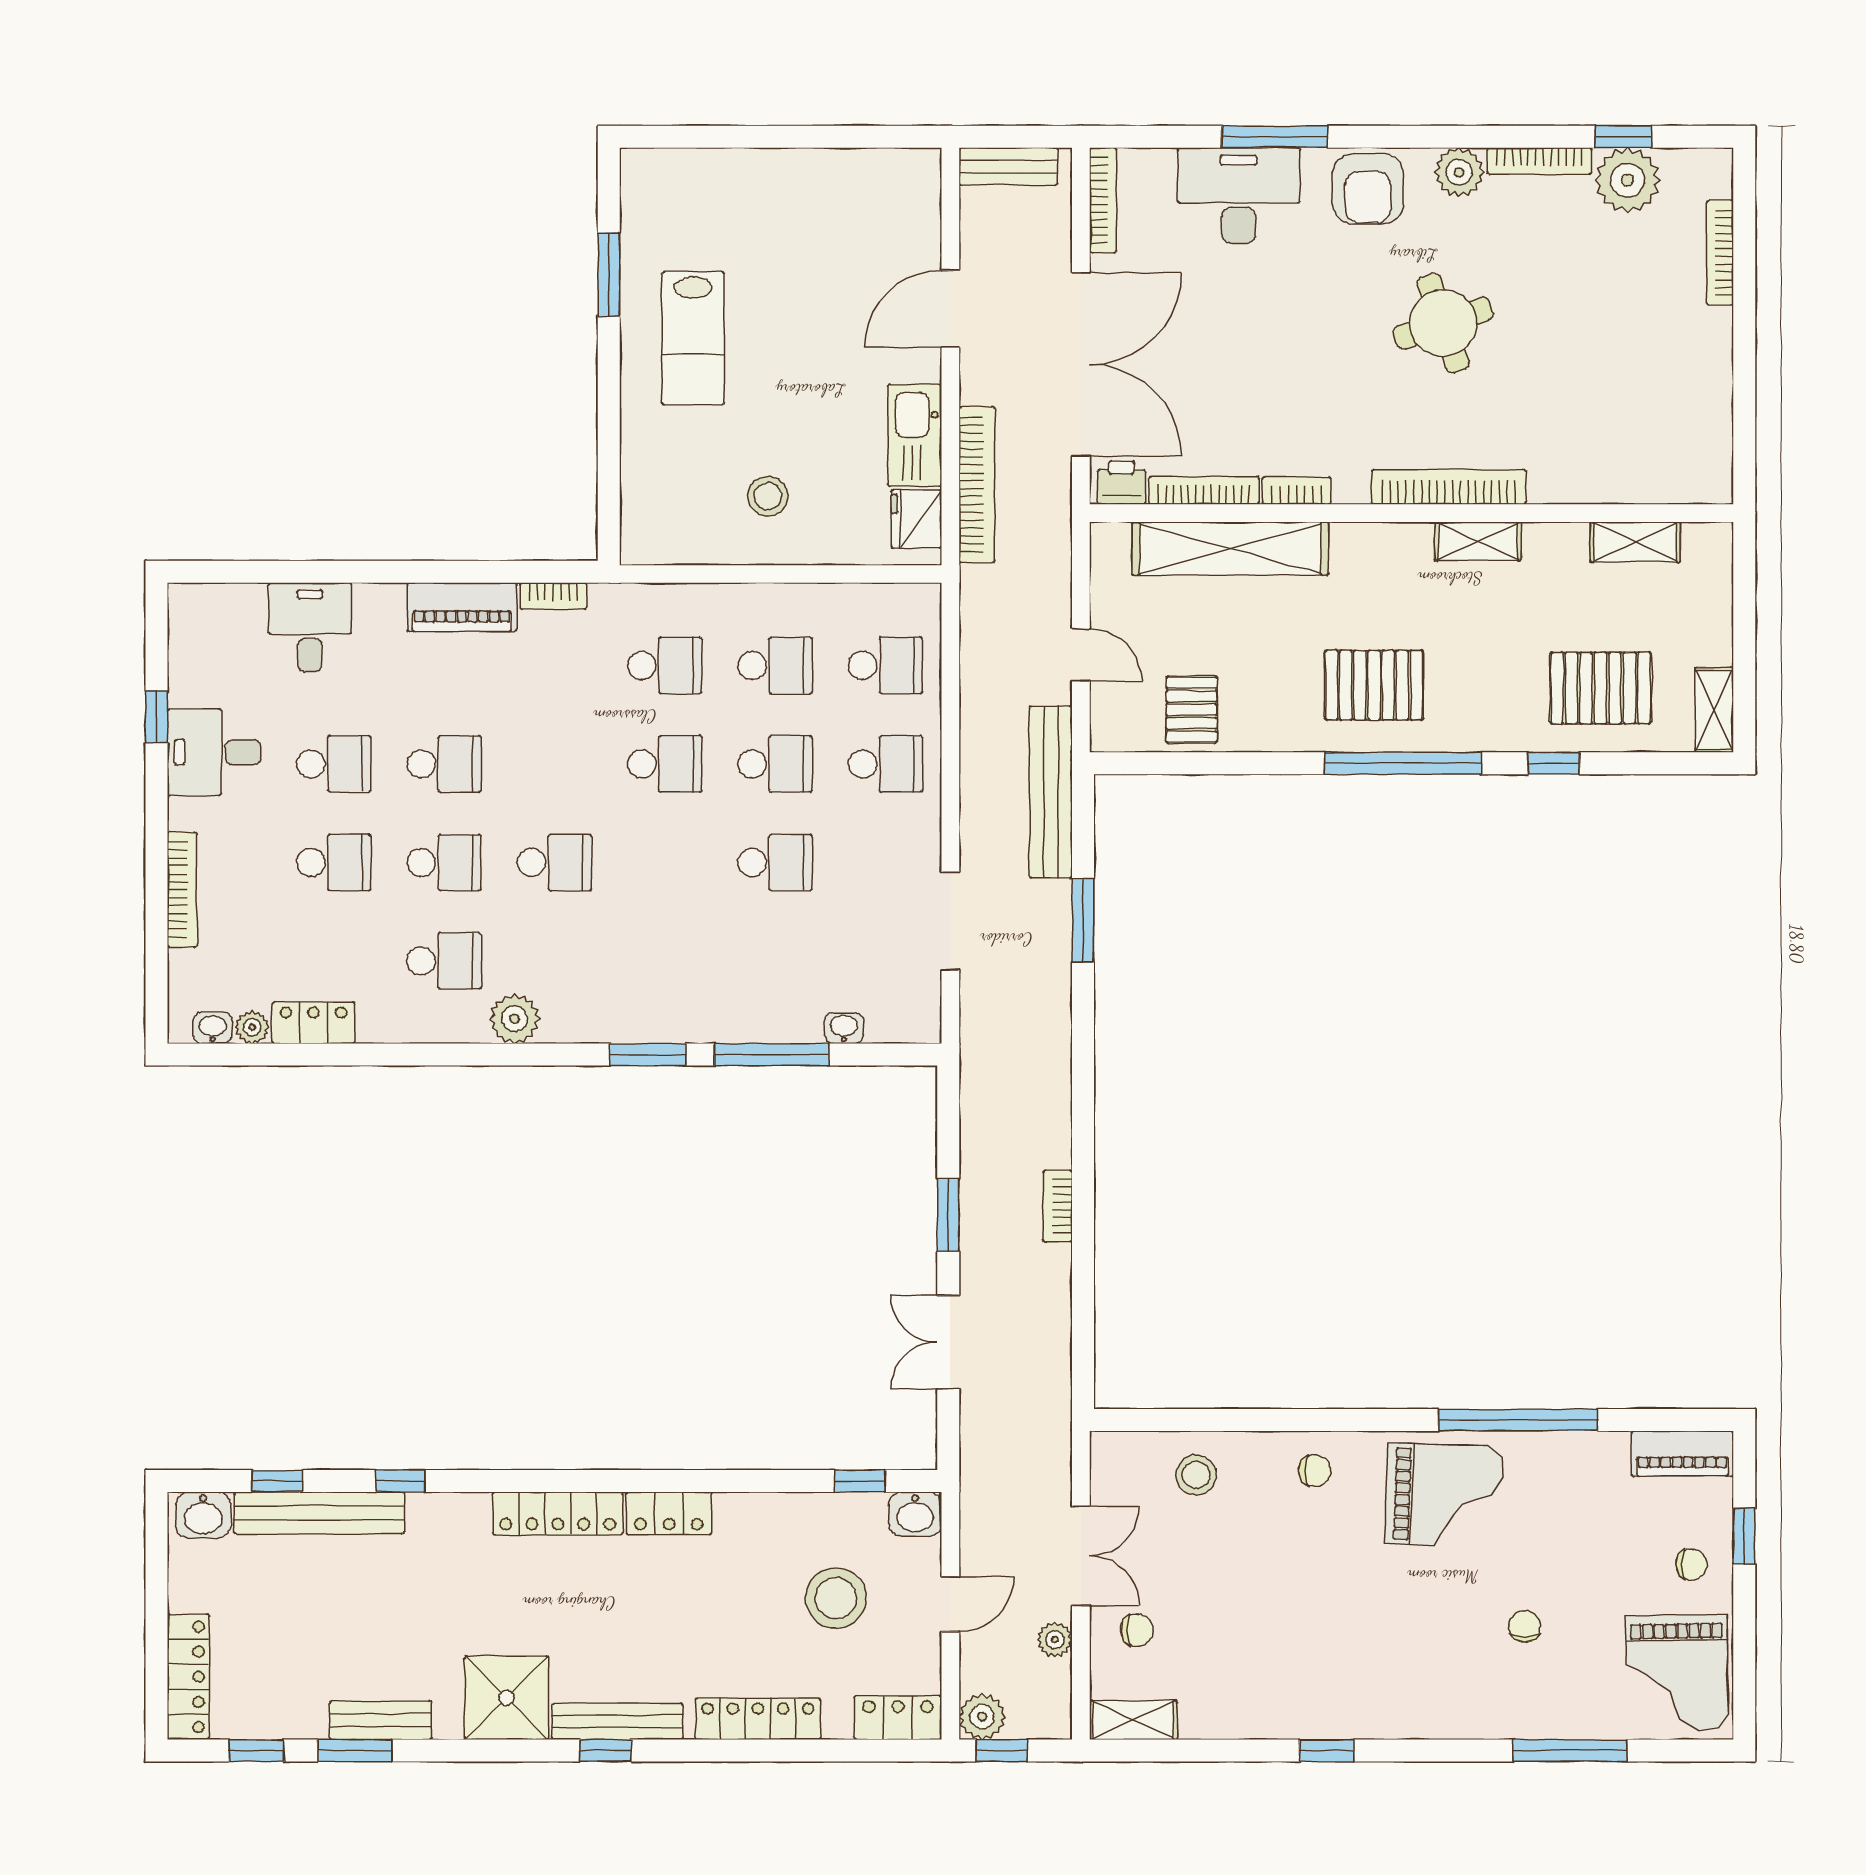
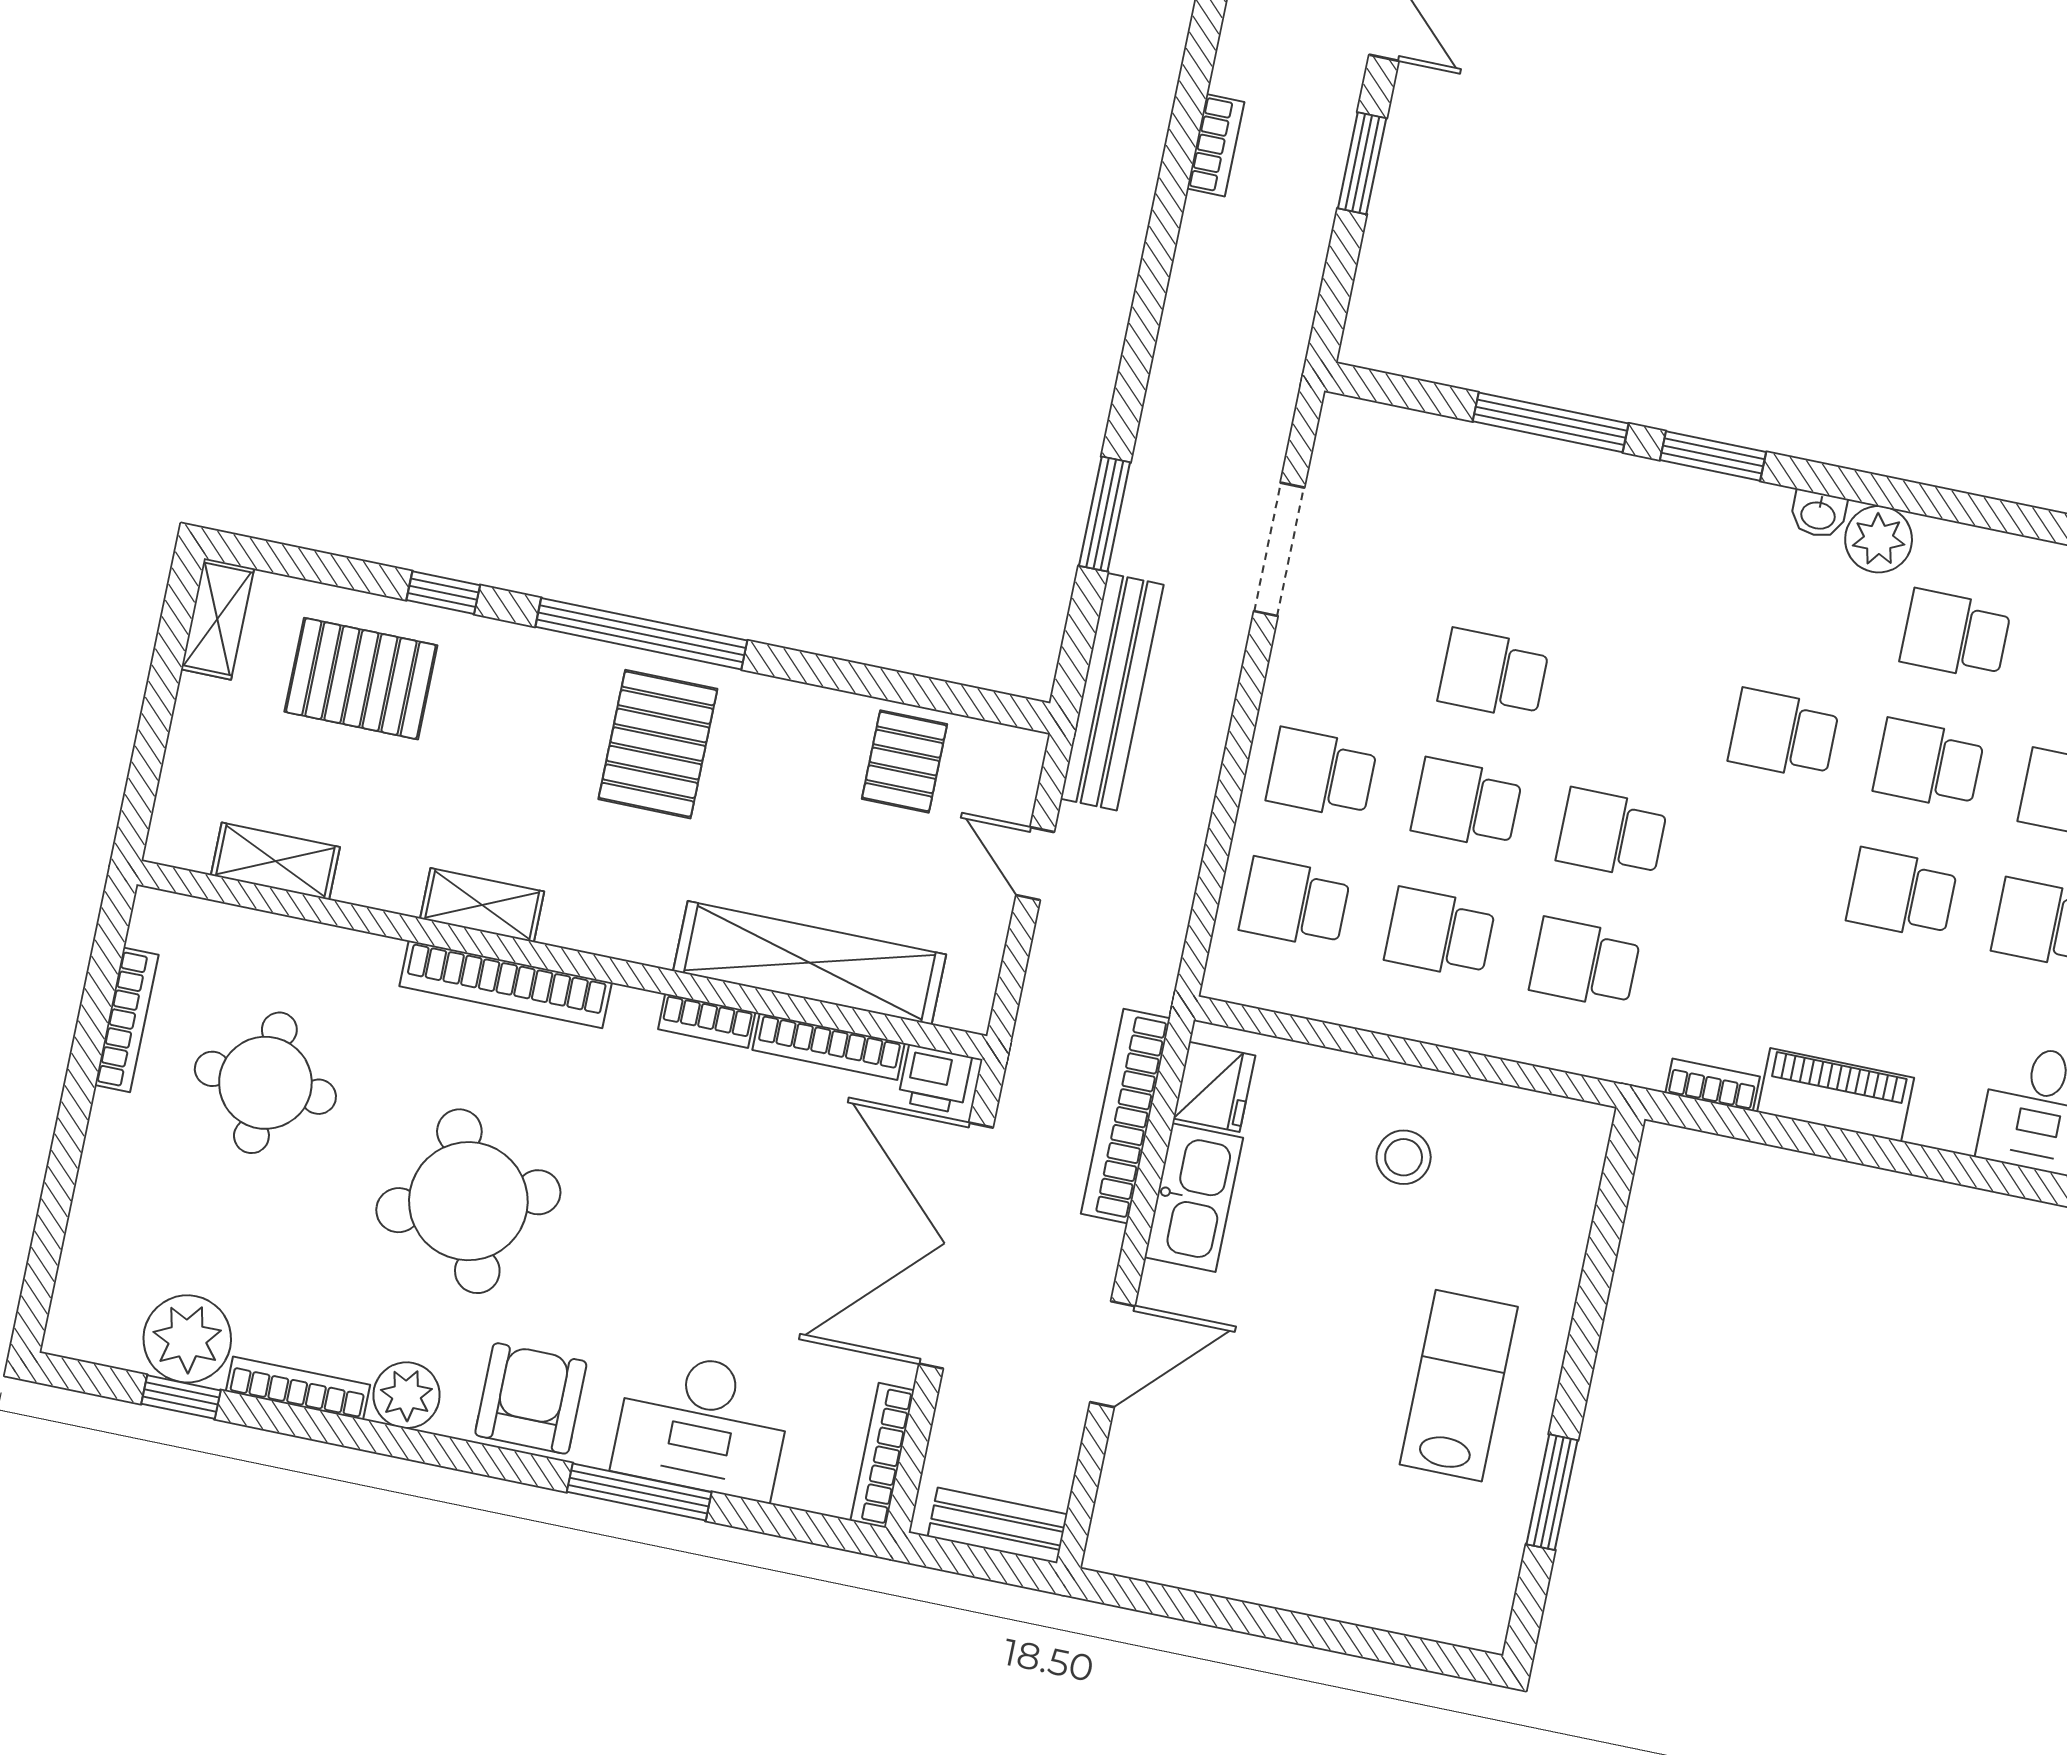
bookcase: (1720, 253) -> (127, 1020), moved
round table: (1443, 323) -> (468, 1201), width x1.36, depth x1.36
round table: (1609, 379) -> (265, 1083), added
pallet: (1374, 685) -> (658, 744), turned 90
washbasin: (844, 1028) -> (1818, 514), moved

